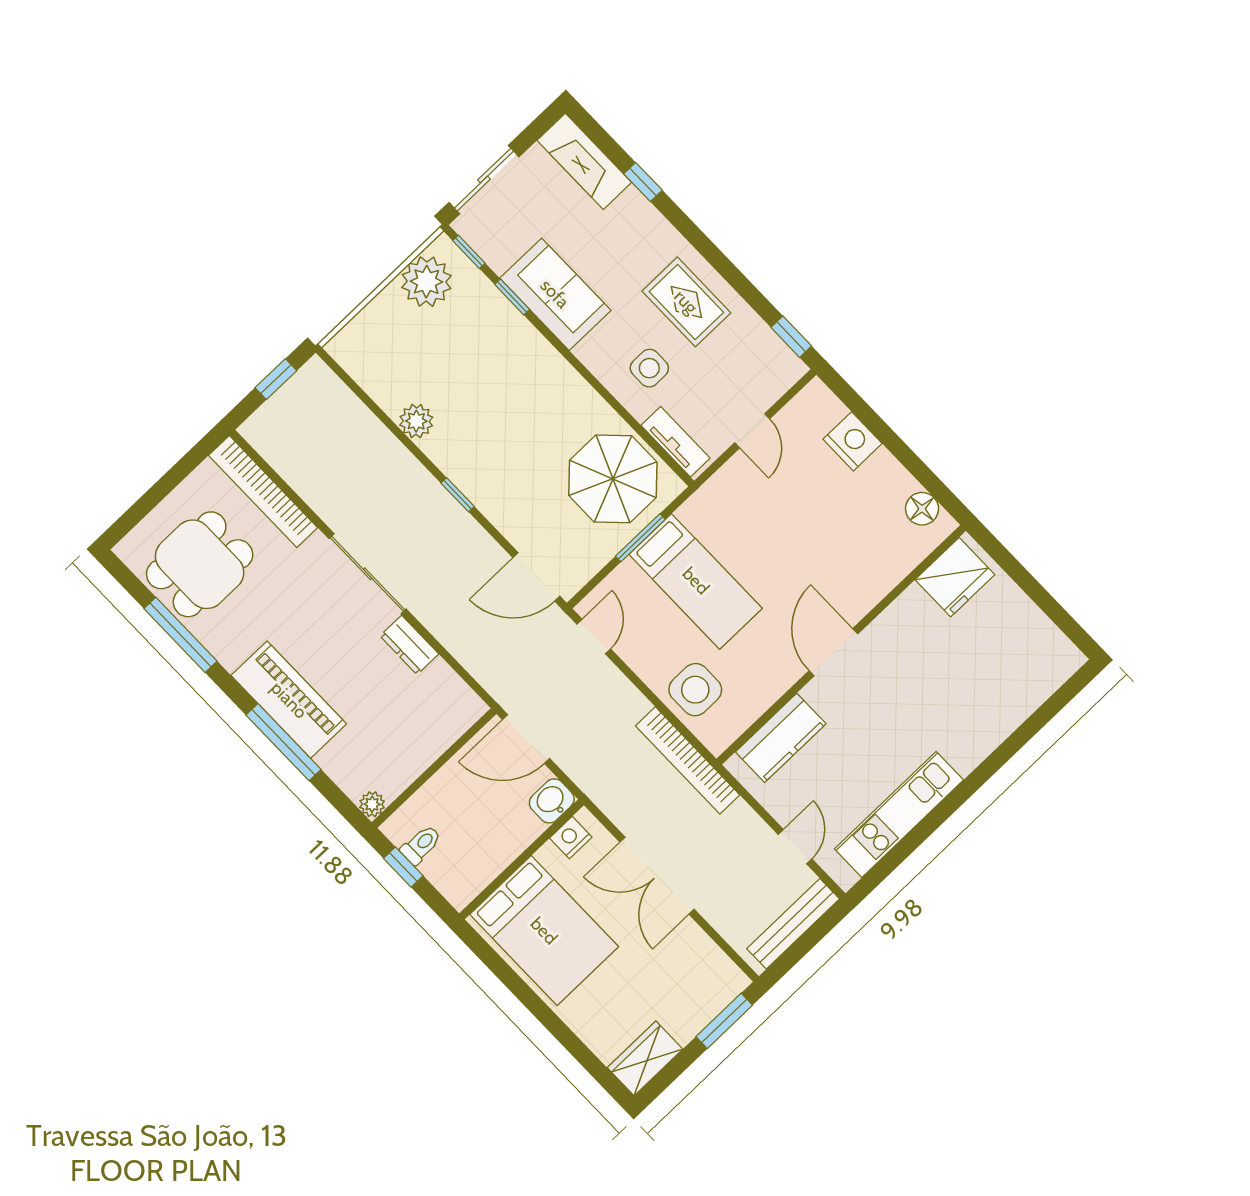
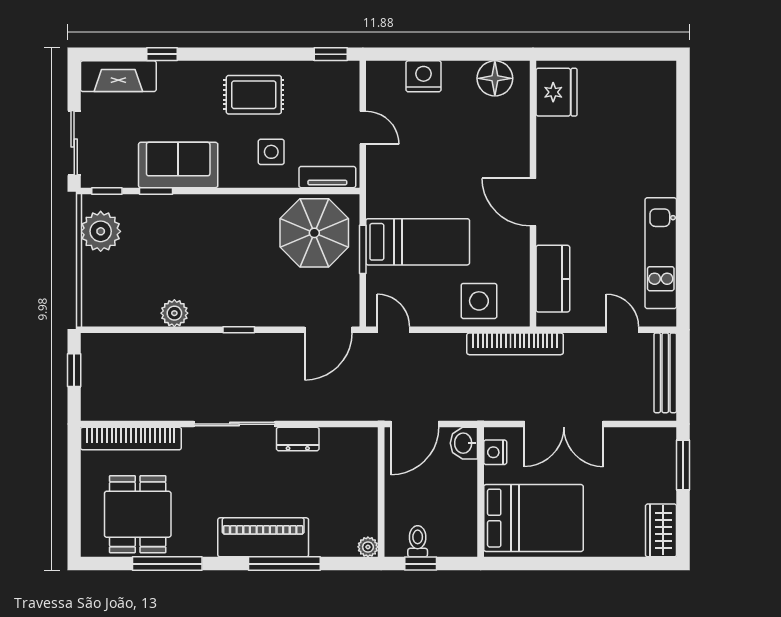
floor lamp: (922, 509) -> (495, 78), width x1.38, depth x1.38

